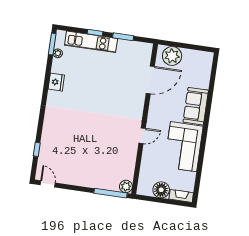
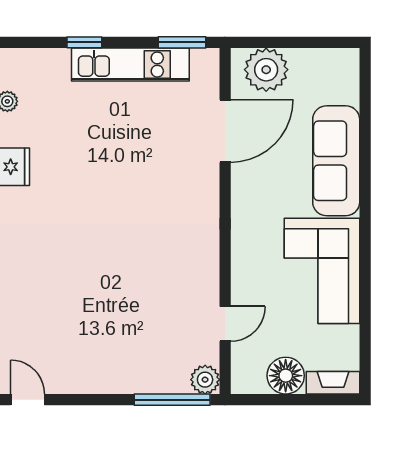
window: (123, 37) -> (182, 42), moved
kitchen unit: (91, 42) -> (130, 65), moved
sofa: (196, 106) -> (336, 161), width x1.36
door: (142, 136) -> (225, 324), moved

